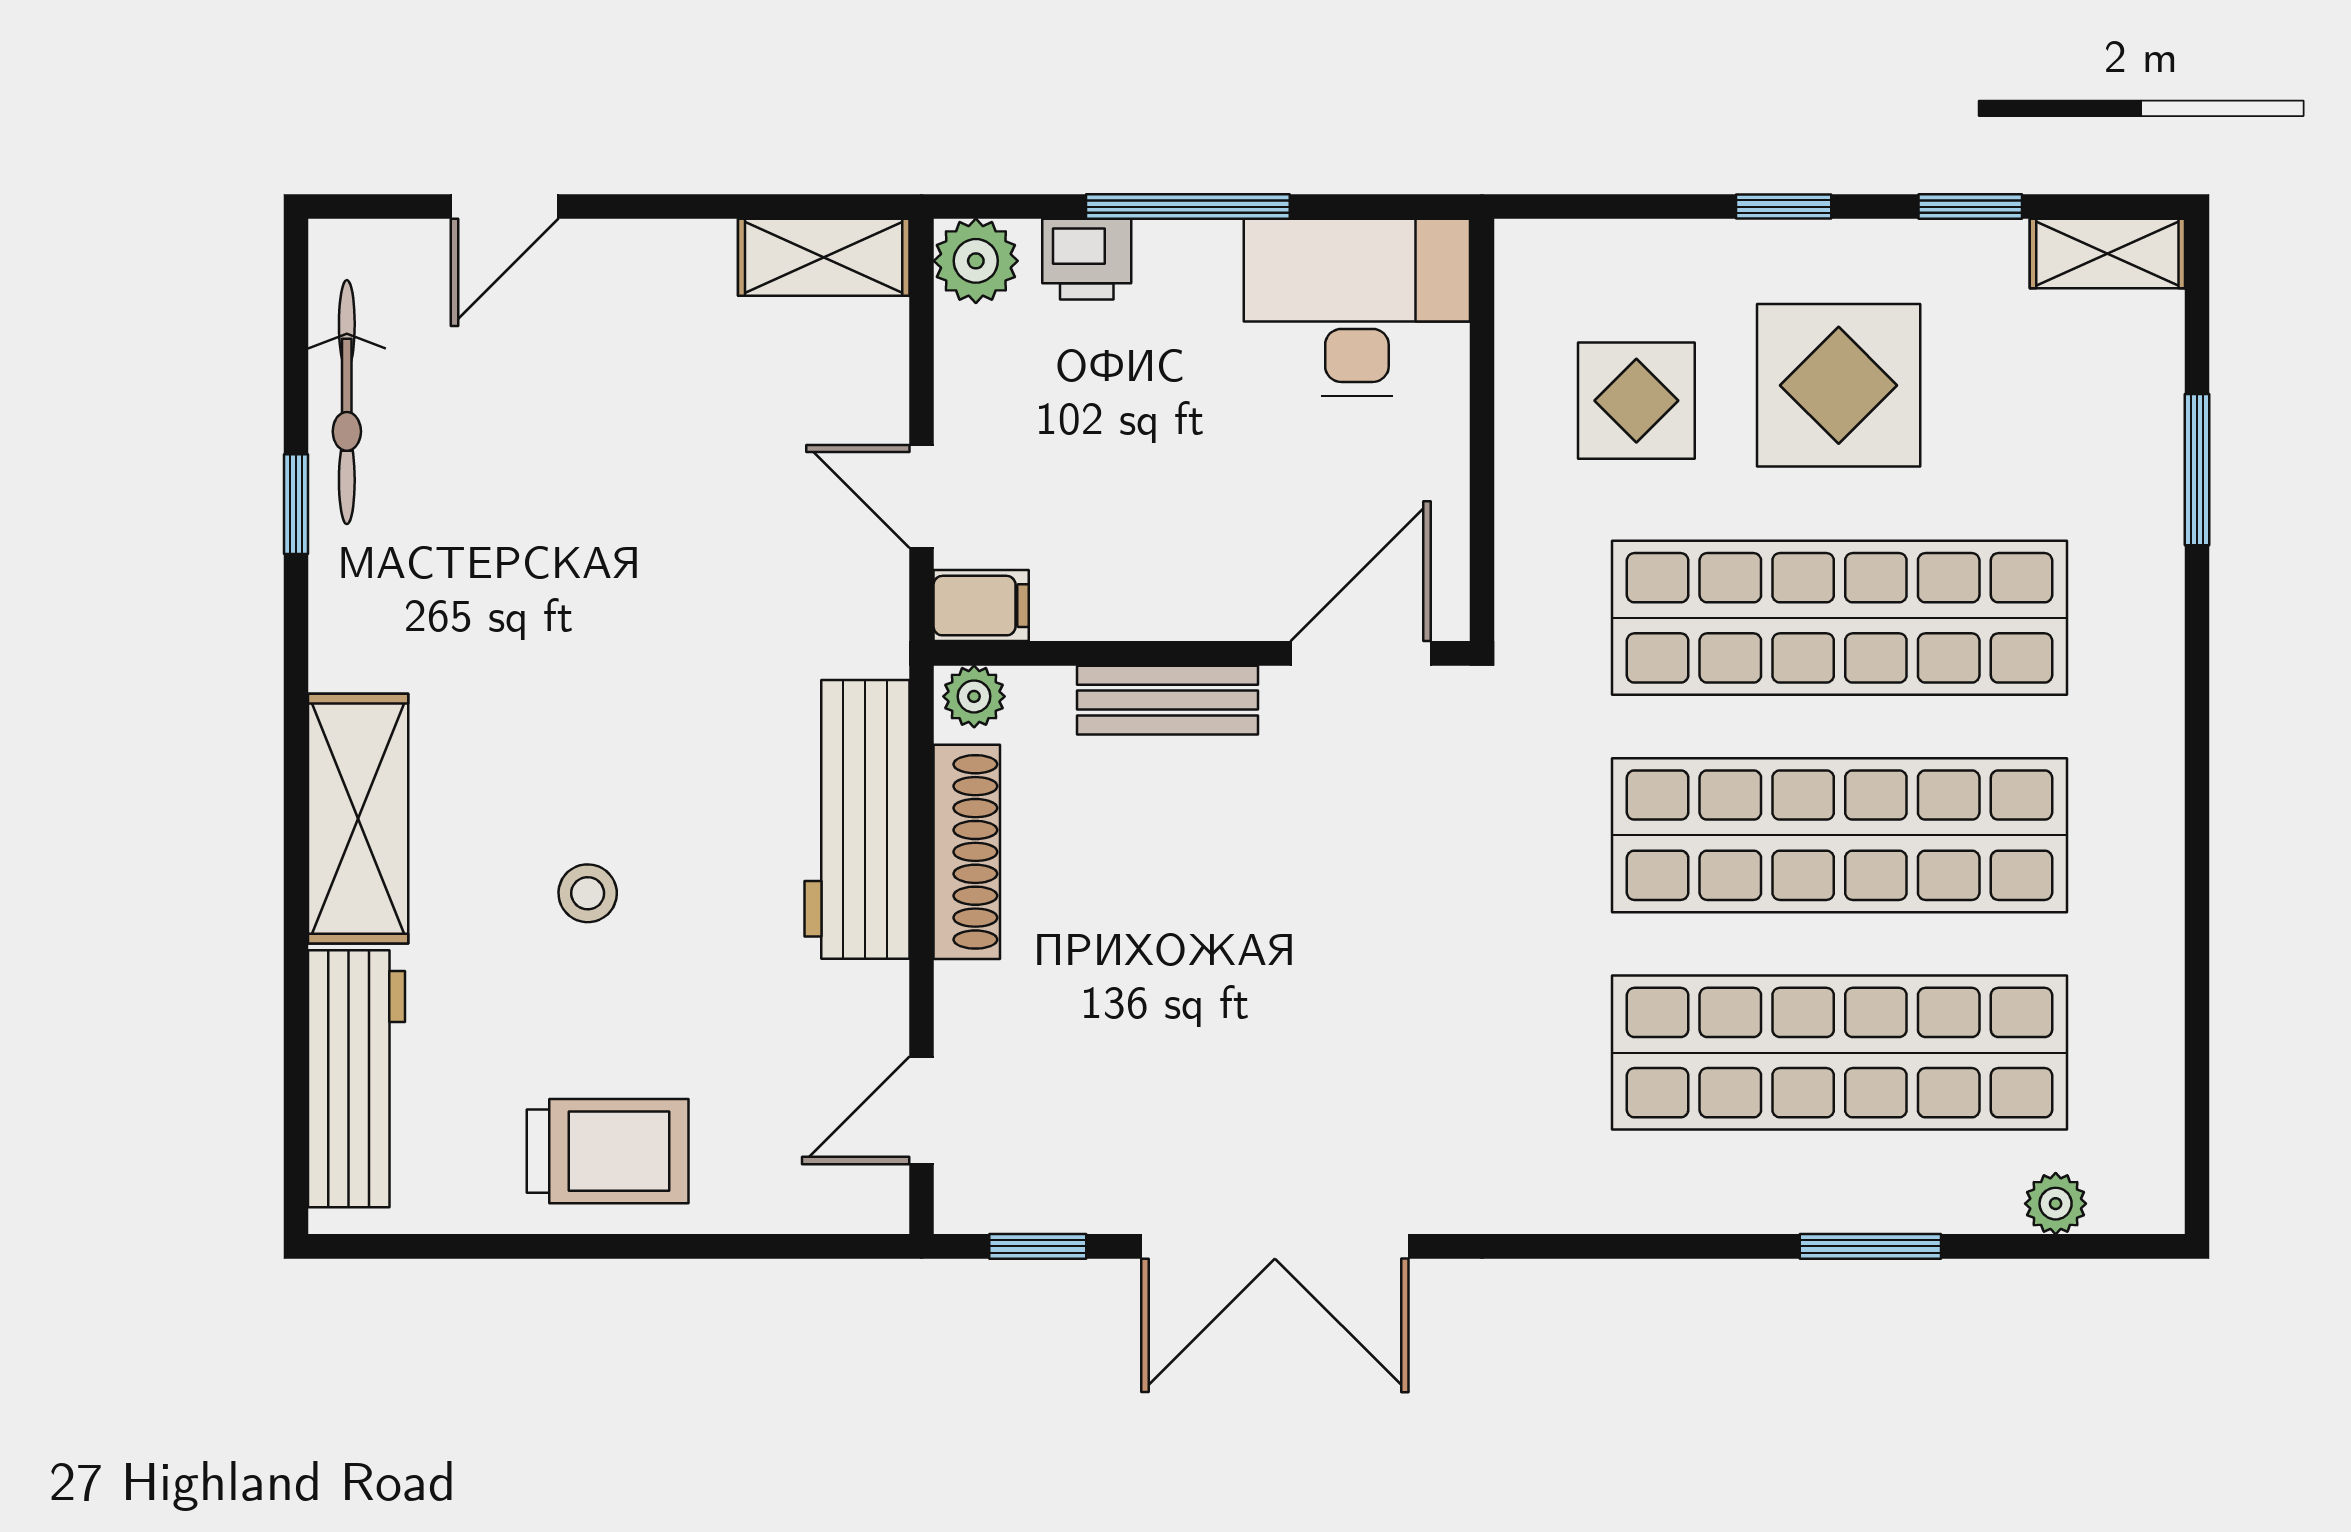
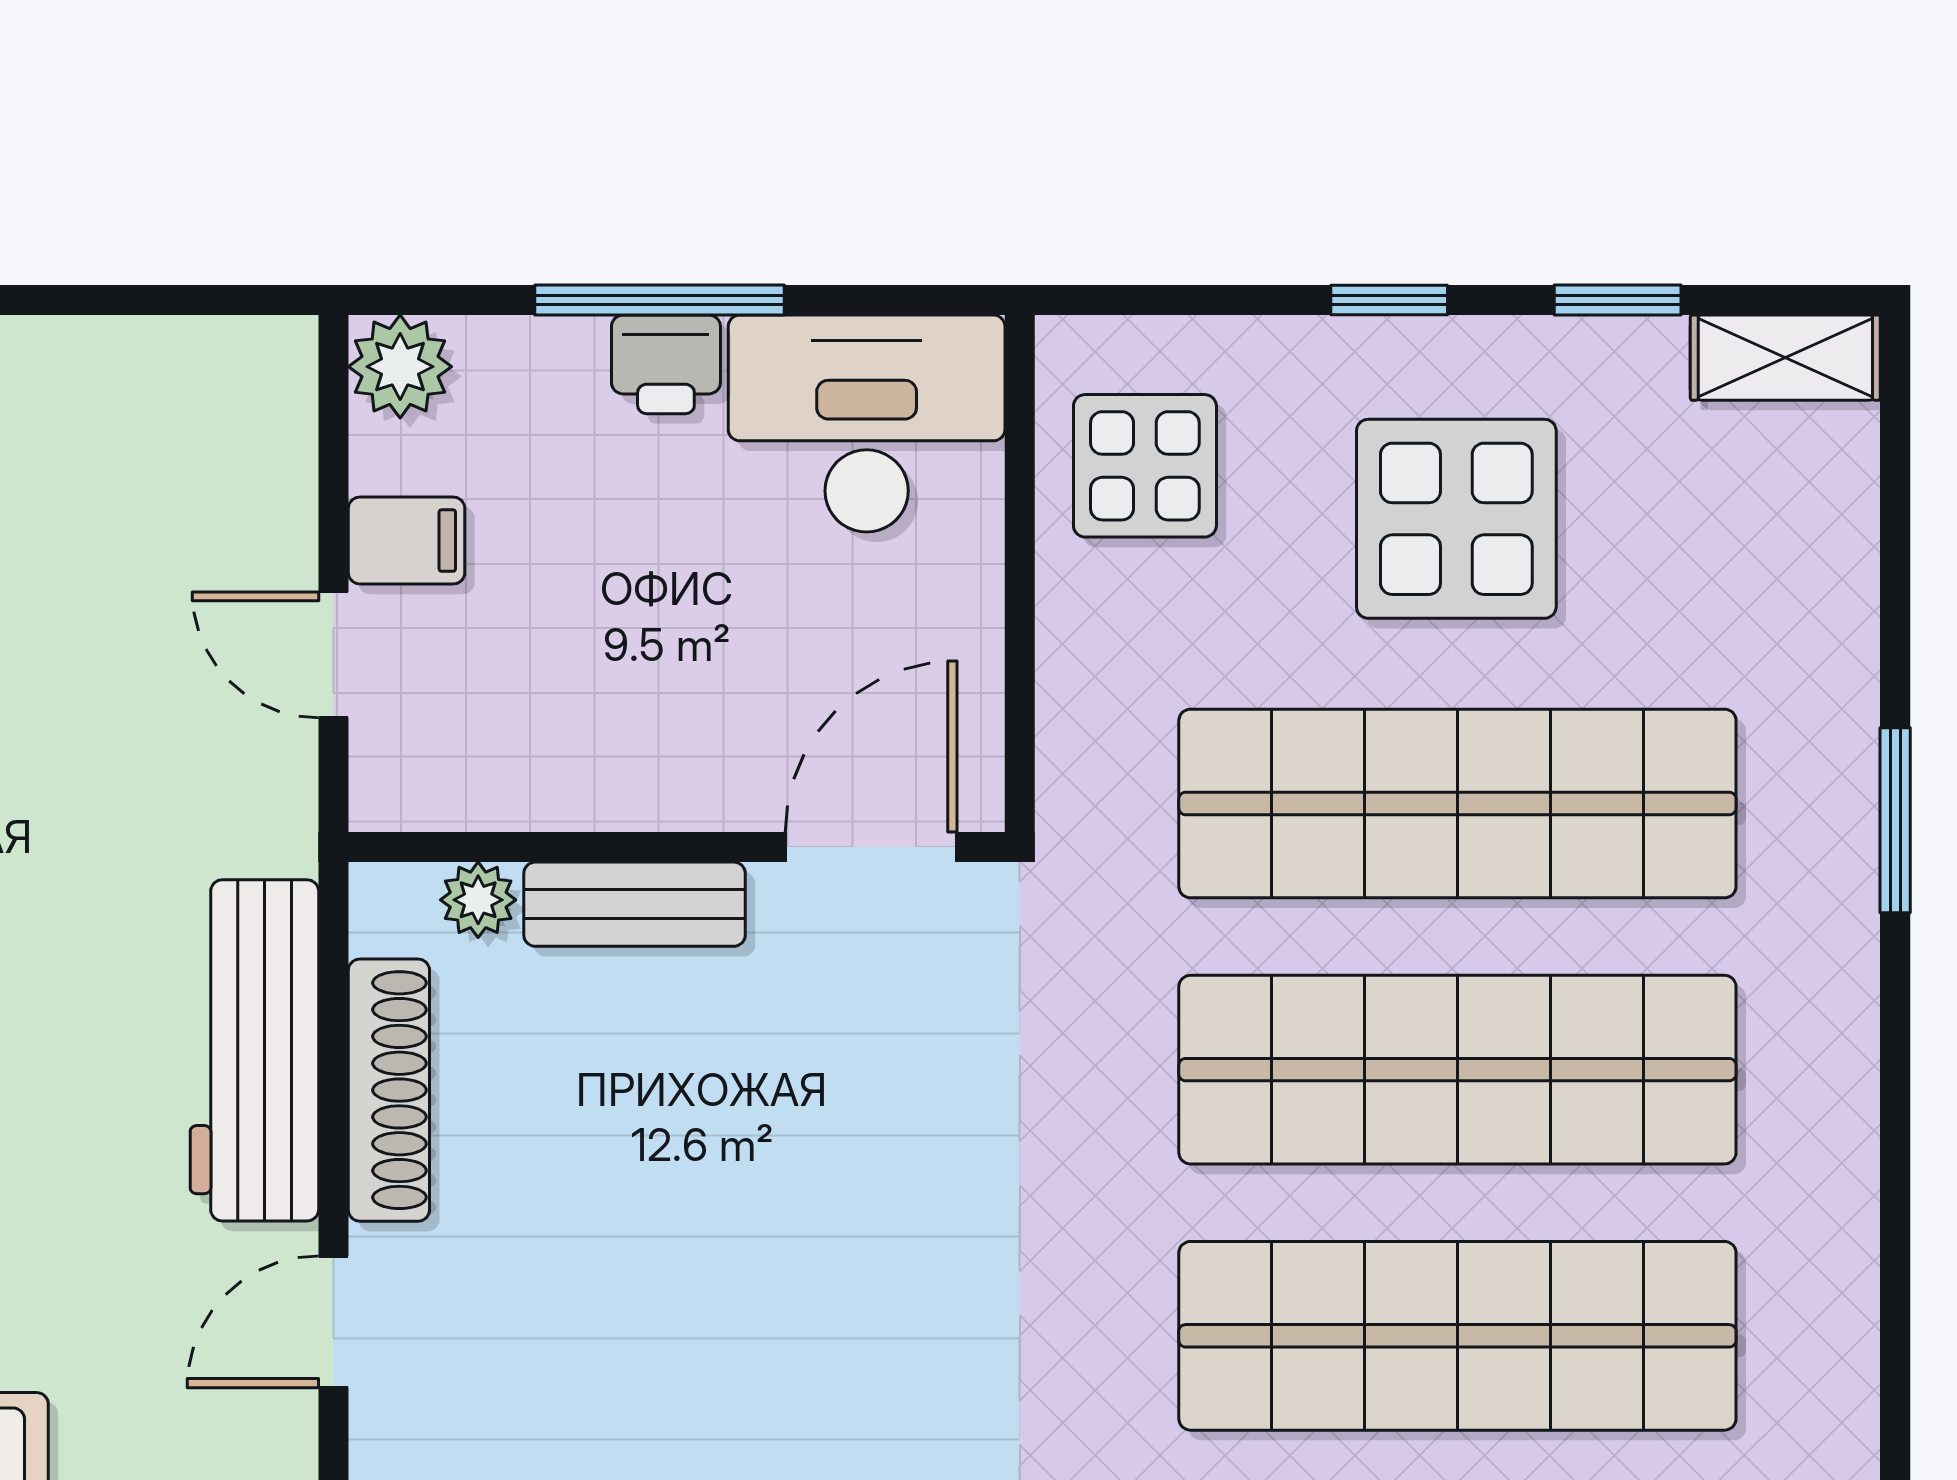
shelving: (824, 257) -> (214, 362), removed
printer: (1087, 259) -> (666, 364), moved
display table: (1636, 401) -> (1145, 466), moved
window: (2197, 470) -> (1895, 820), moved
filing cabinet: (981, 606) -> (407, 541), moved
plant: (974, 696) -> (478, 900), moved
door: (921, 1110) -> (333, 1322), moved

